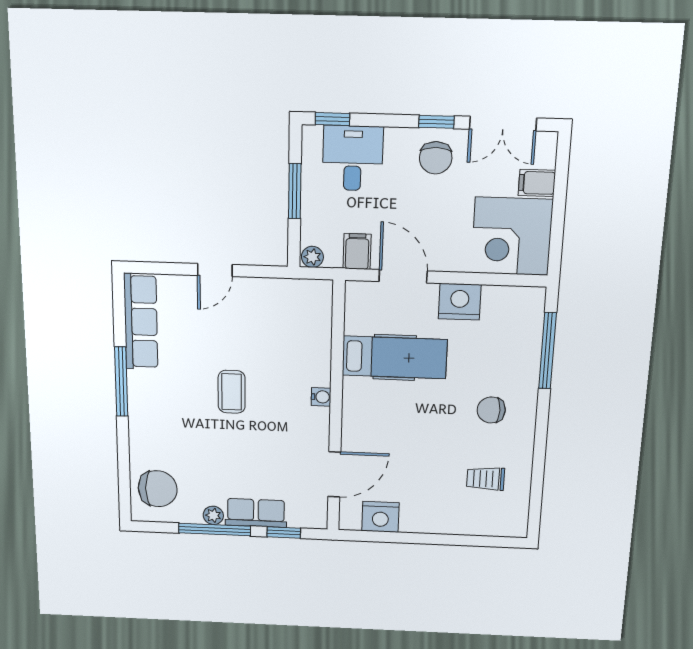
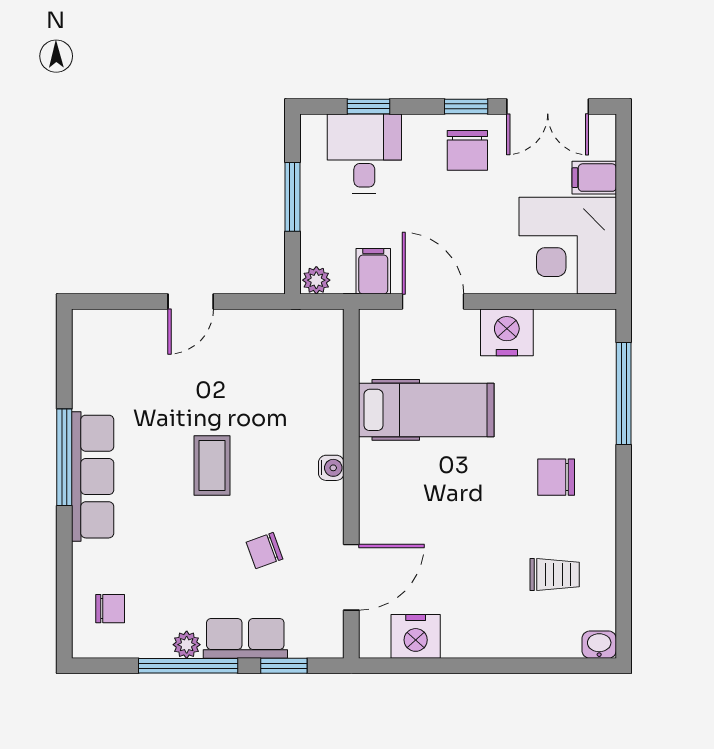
window: (332, 119) -> (368, 106), moved
row of seats: (141, 322) -> (93, 477), moved
chair: (270, 453) -> (265, 551), added
trolley: (486, 479) -> (555, 574), turned 180
chair: (158, 489) -> (110, 609), width x0.54, depth x0.54
washbasin: (515, 528) -> (599, 645), added

